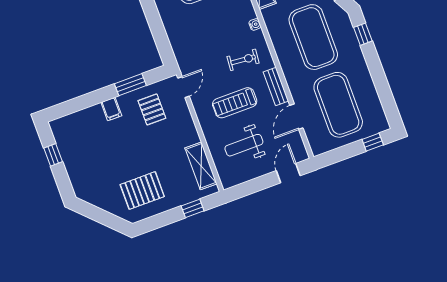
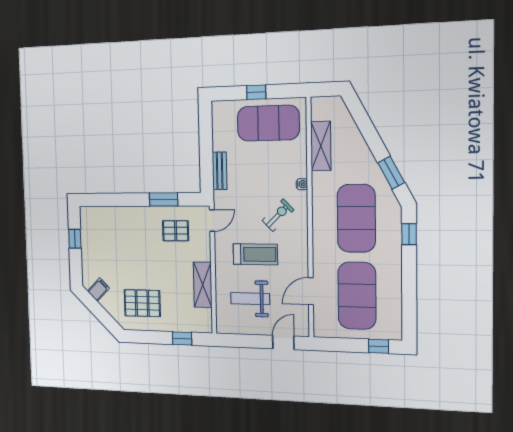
exercise bike: (243, 60) -> (278, 215), turned -50
bench: (276, 86) -> (220, 171), moved
treadmill: (235, 103) -> (255, 254), turned 180
filing cabinet: (111, 109) -> (98, 290), moved, turned -135
pallet: (152, 109) -> (176, 231), turned 90
shelving: (201, 166) -> (203, 285), moved

